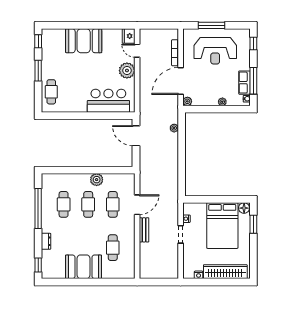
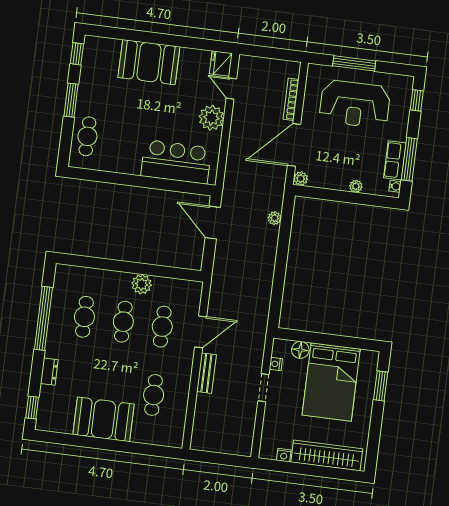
floor lamp: (244, 208) -> (300, 350), moved

